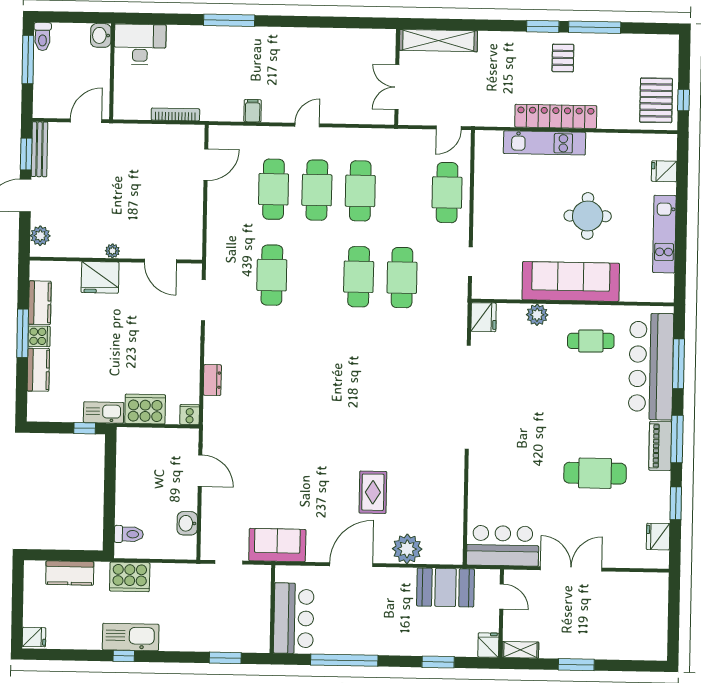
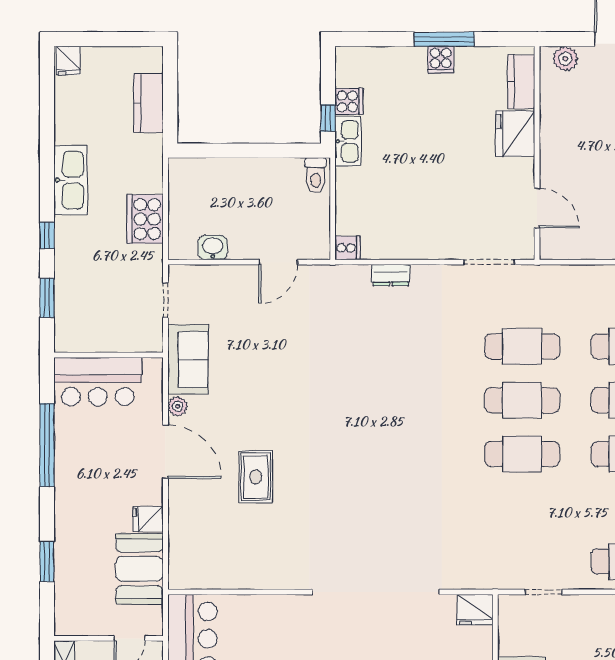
plant: (112, 251) -> (548, 148), removed
door: (160, 261) -> (537, 208), swing flipped
cafe table: (402, 278) -> (522, 400), moved
kitchen counter: (40, 303) -> (521, 82), moved, turned 90
kitchen counter: (38, 370) -> (399, 59), removed
cooker: (145, 409) -> (349, 101), moved, width x0.53, depth x0.76
rug: (373, 492) -> (256, 477), turned 90
toilet: (129, 534) -> (316, 175), moved
plant: (407, 549) -> (178, 406), moved, width x0.53, depth x0.53
cooker: (130, 577) -> (145, 219), moved
fridge: (488, 645) -> (148, 519), moved, turned 180
window: (124, 656) -> (47, 235), moved

